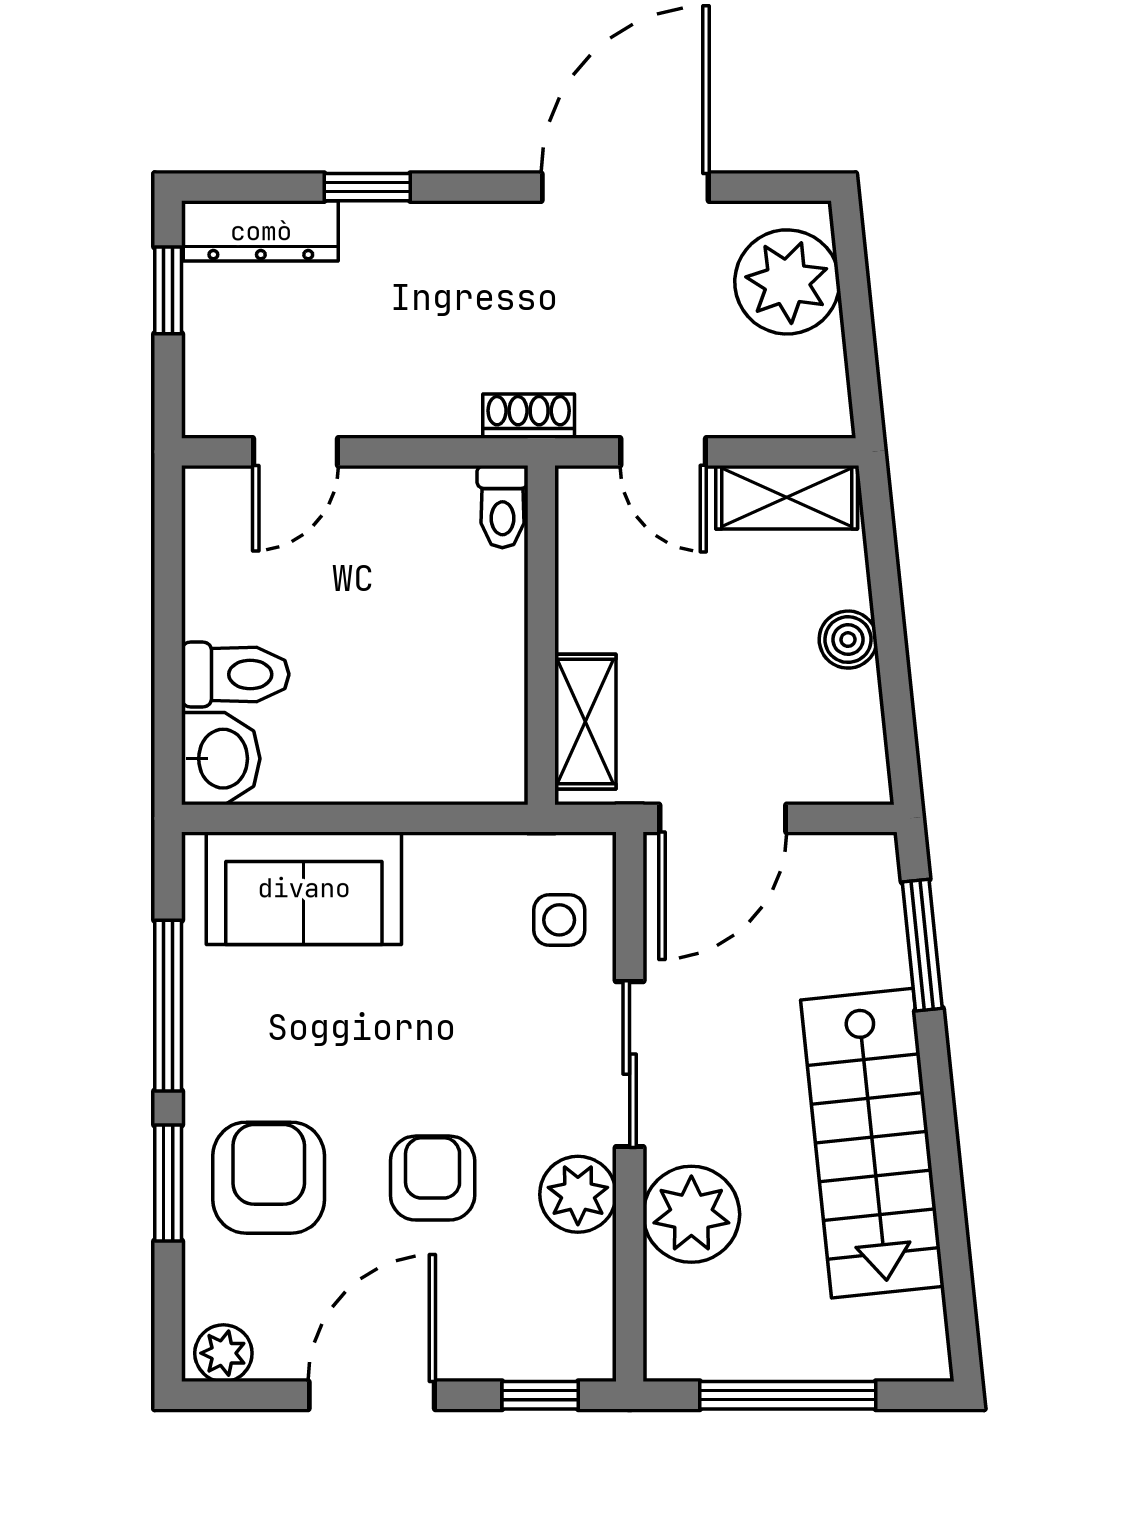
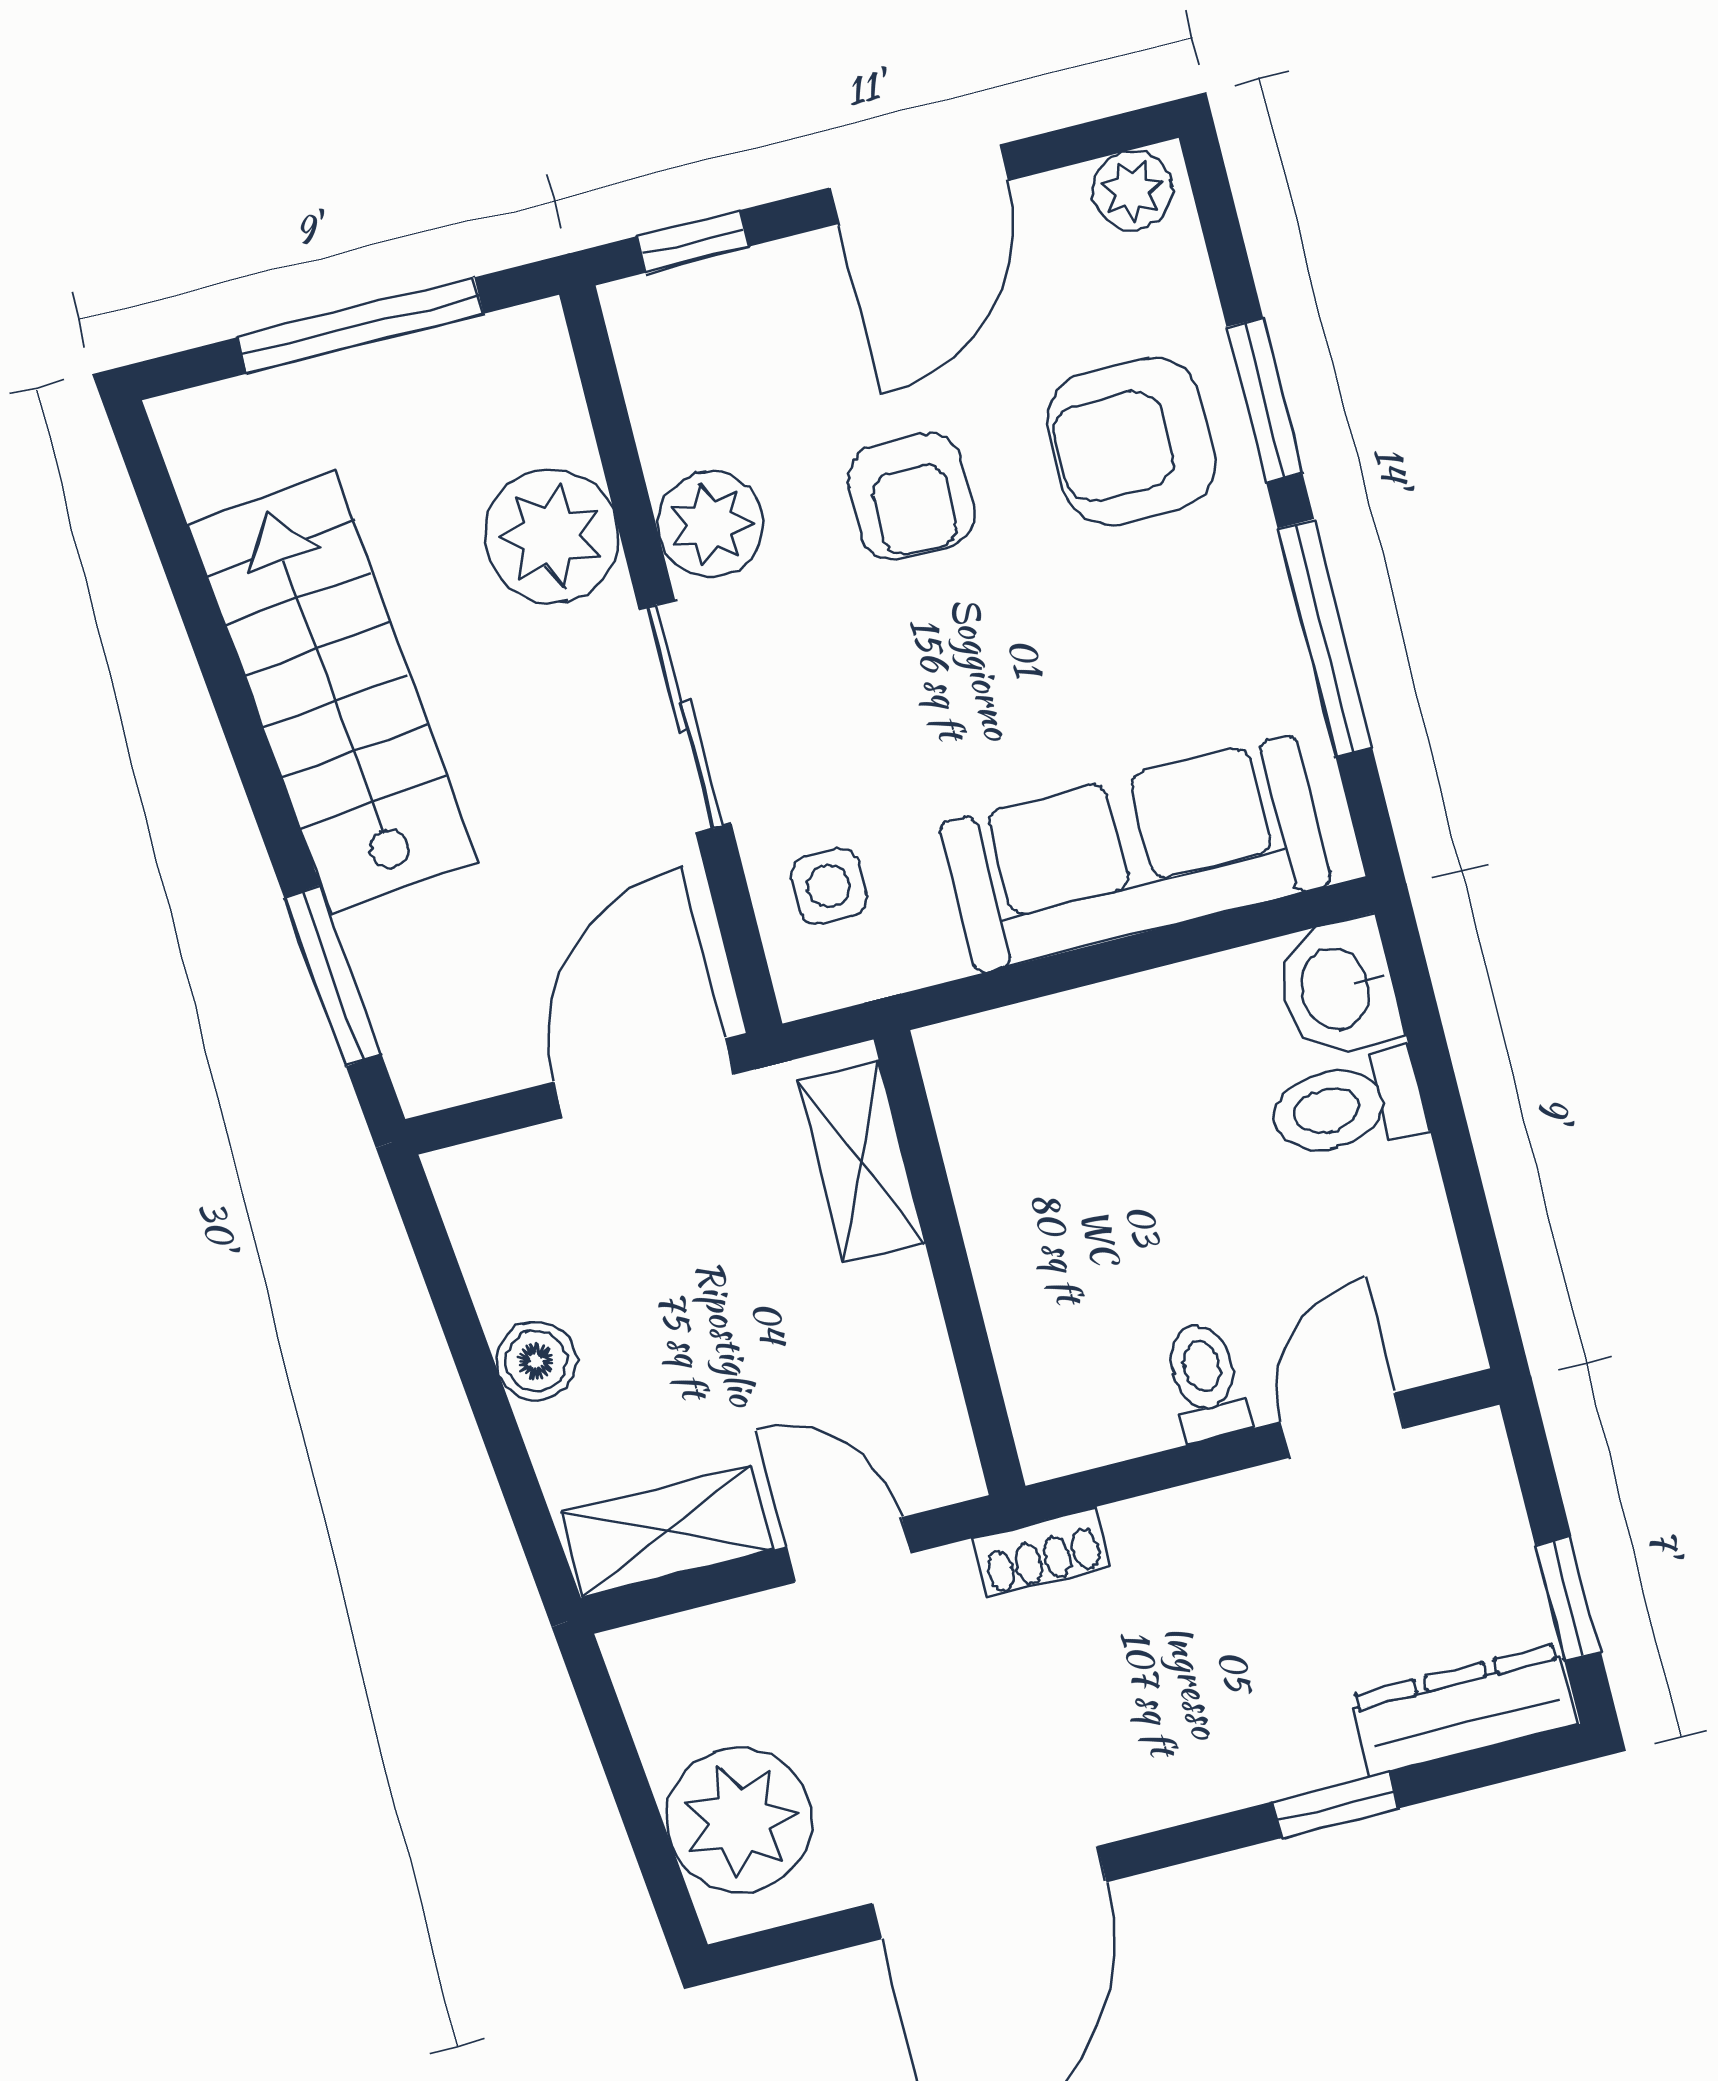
toilet: (502, 507) -> (1206, 1381), moved
sofa: (304, 888) -> (1135, 854), width x1.36
armchair: (269, 1178) -> (1131, 441), turned 90

